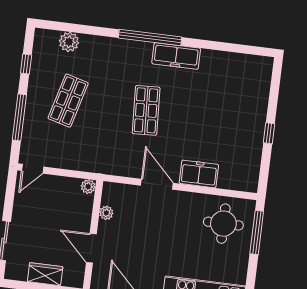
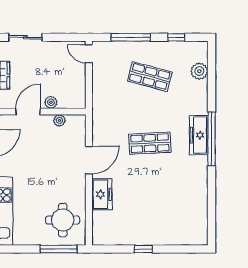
freezer: (176, 56) -> (199, 135), moved
plant: (88, 187) -> (51, 102), moved

